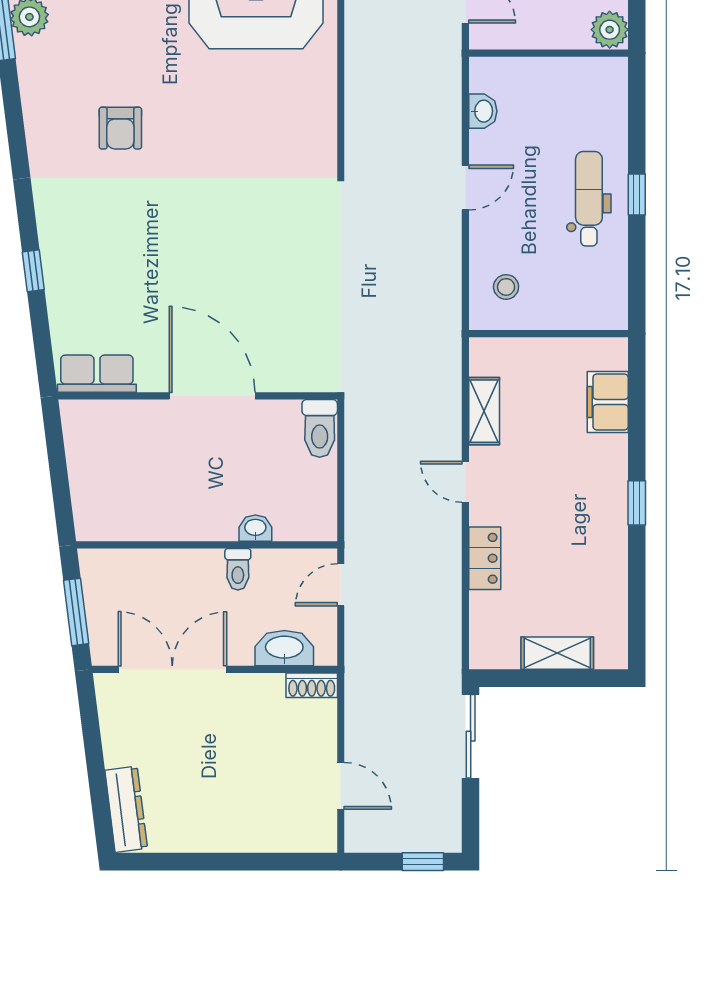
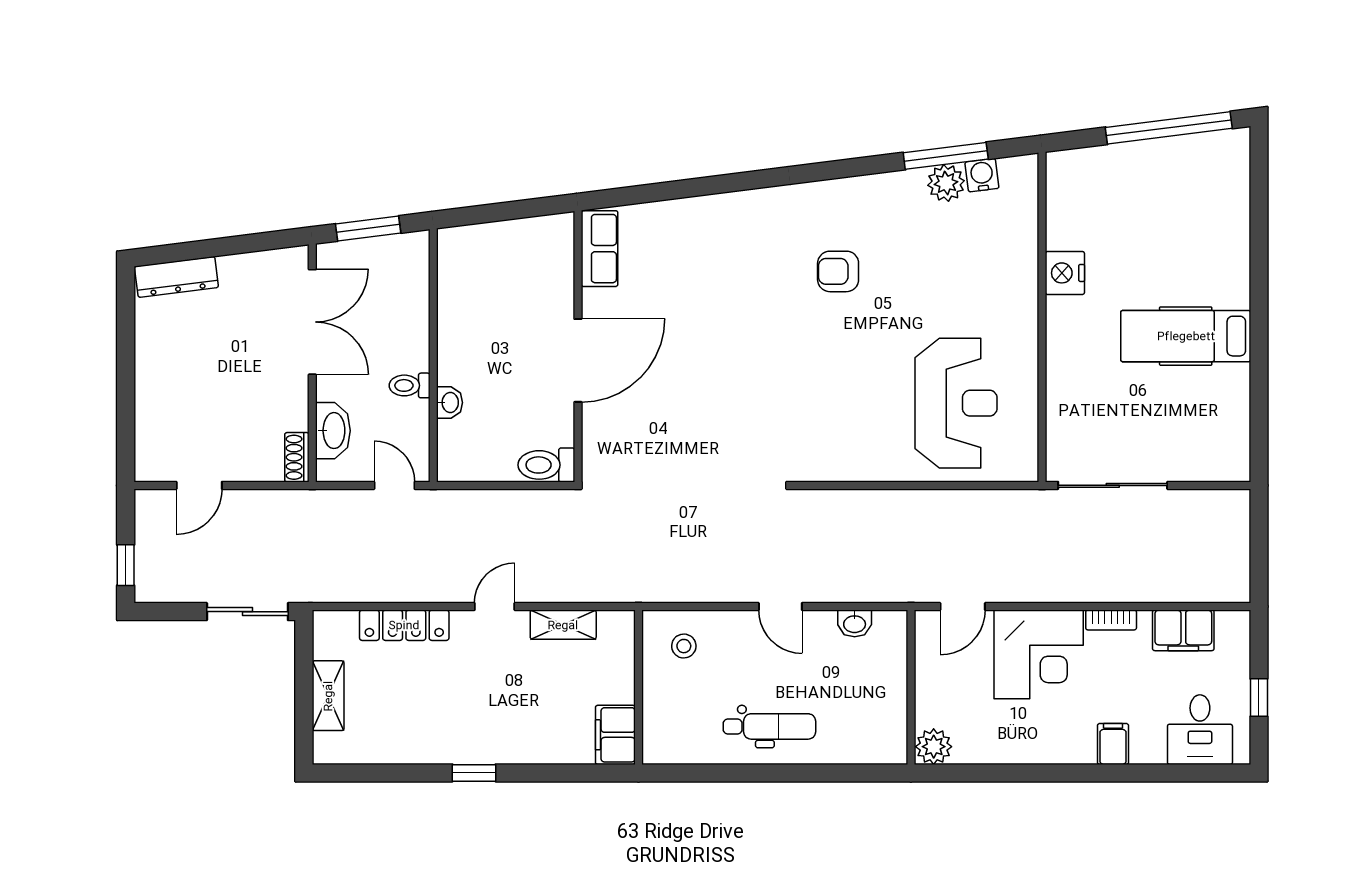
window: (637, 195) -> (774, 773), removed
window: (33, 271) -> (700, 187), removed
filing cabinet: (608, 402) -> (615, 735), moved, turned -90
locker: (485, 558) -> (404, 625), width x1.53

